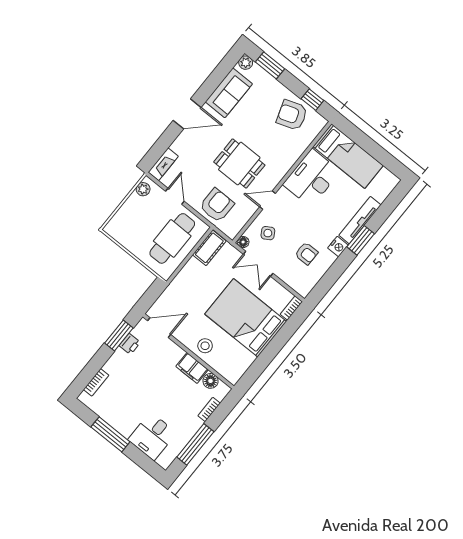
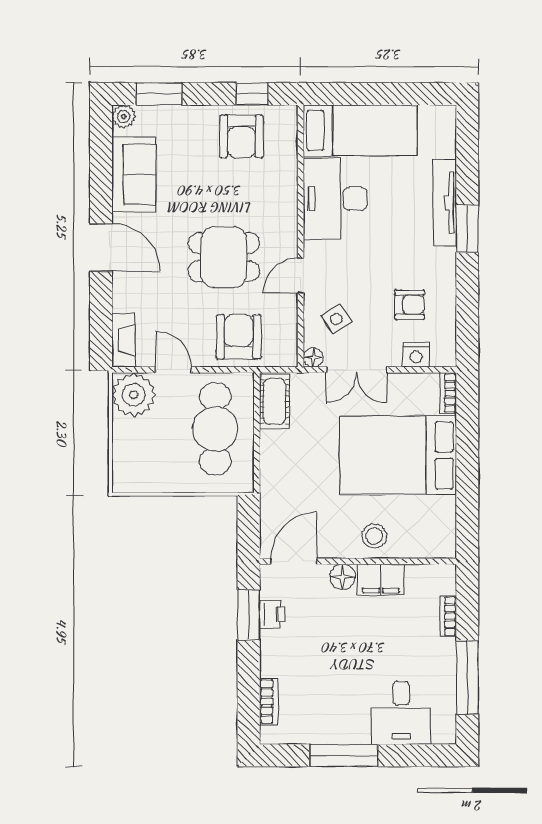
door: (187, 114) -> (101, 247), hinge flipped
armchair: (292, 115) -> (241, 136), turned -71
plant: (143, 189) -> (134, 395), width x1.88, depth x1.88
nightstand: (338, 247) -> (416, 355), moved, turned 90
floor lamp: (211, 381) -> (343, 577), moved

